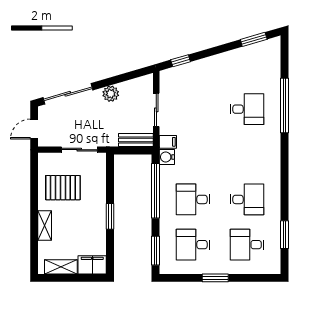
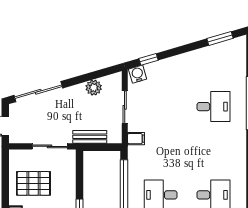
plant: (111, 94) -> (94, 88), moved
bench: (136, 140) -> (90, 137), moved
water cooler: (167, 157) -> (138, 74), moved, turned 74

